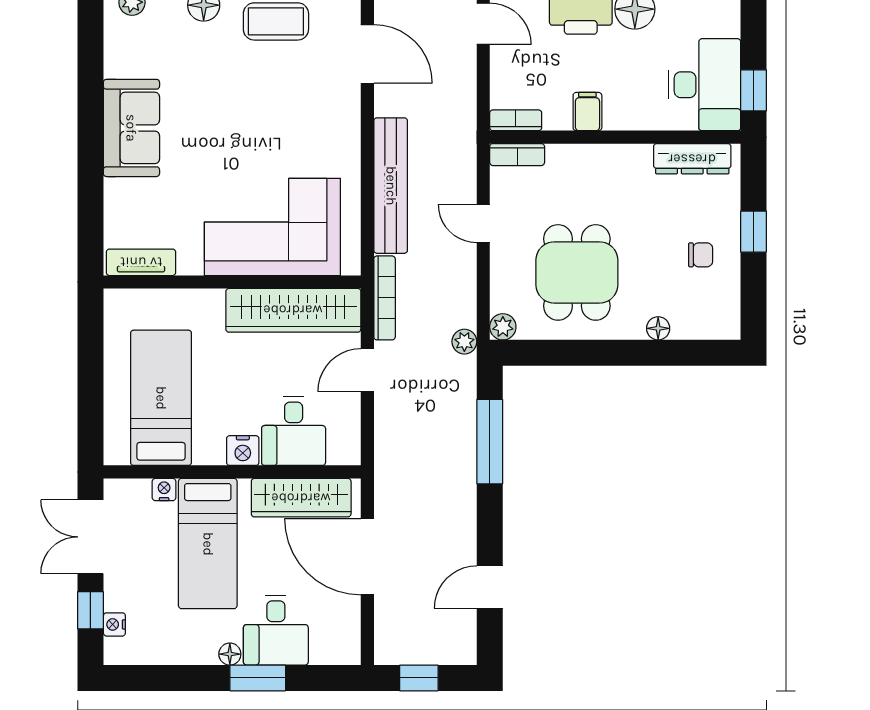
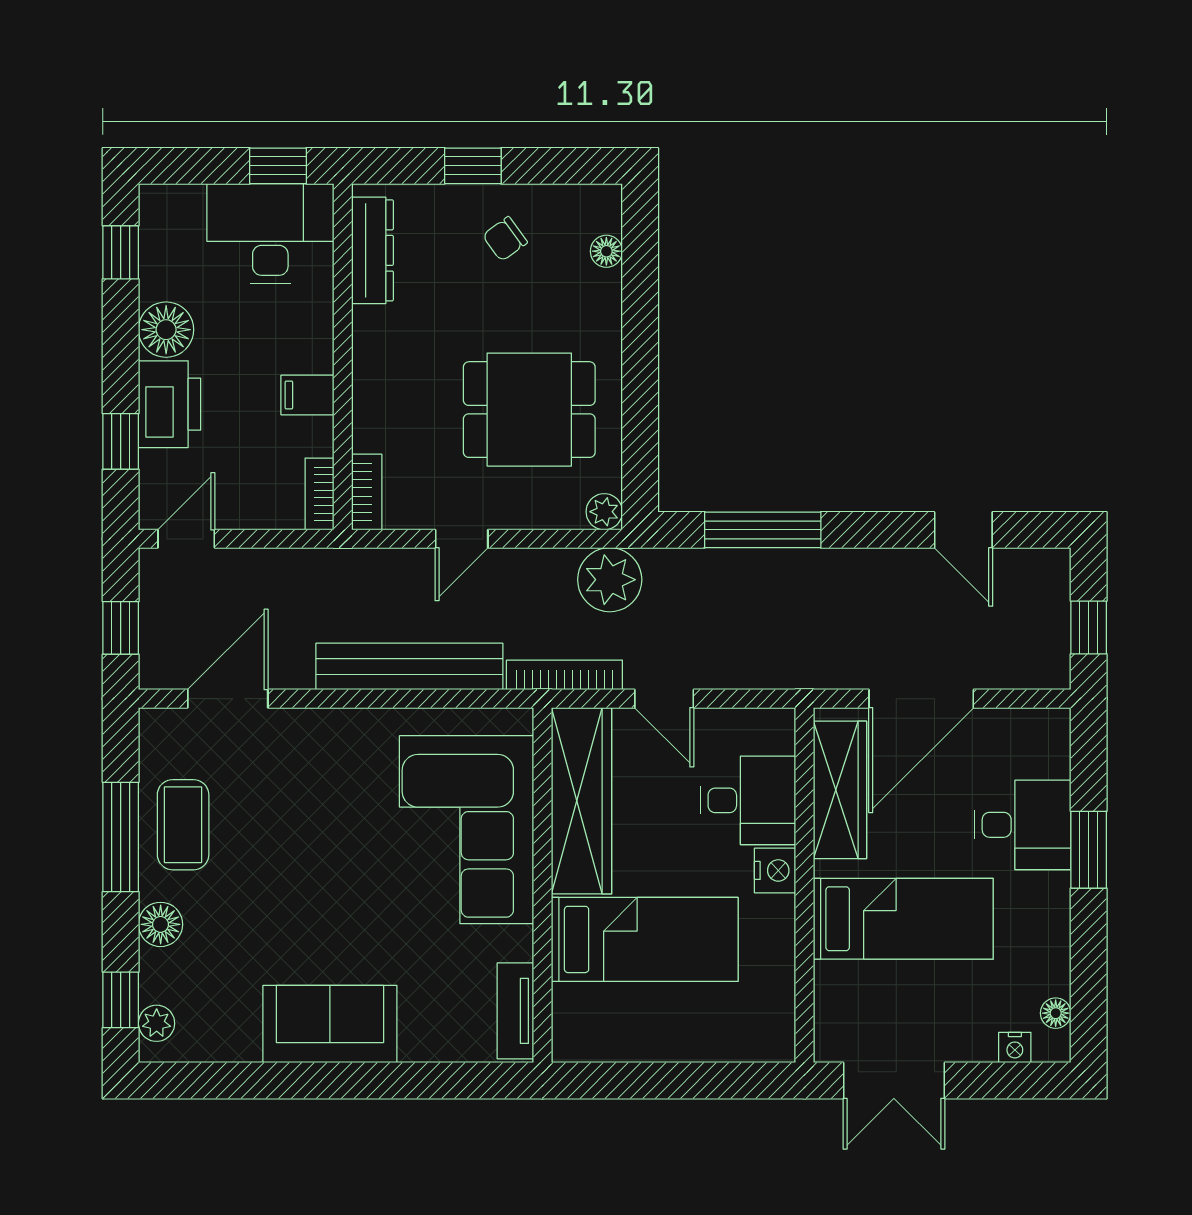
chair: (701, 255) -> (505, 239), turned -126
floor lamp: (658, 328) -> (606, 251), moved
plant: (464, 342) -> (610, 580), width x1.88, depth x1.88
bed: (161, 398) -> (645, 939), moved, turned 180
nightstand: (164, 490) -> (829, 979), removed
window: (90, 610) -> (995, 1080), removed
floor lamp: (230, 654) -> (1056, 1013), moved

